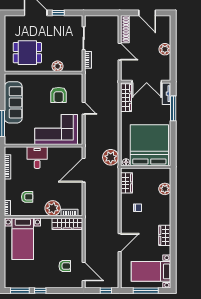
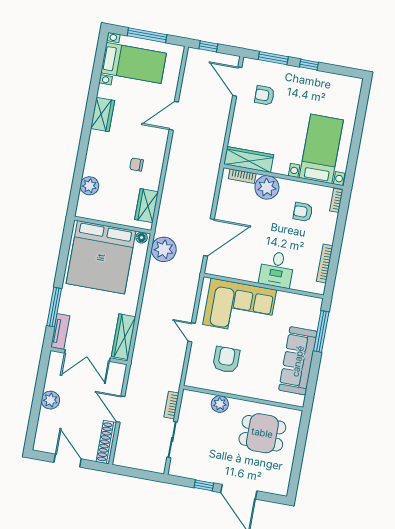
double door: (147, 82) -> (87, 355), swing flipped
window: (20, 291) -> (273, 58), moved

